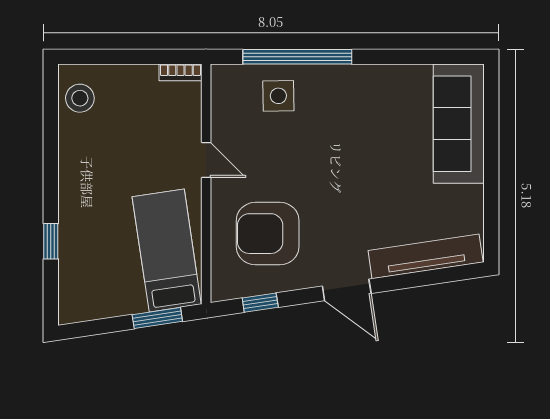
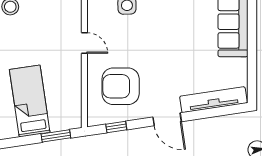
bed: (167, 251) -> (30, 101), moved

